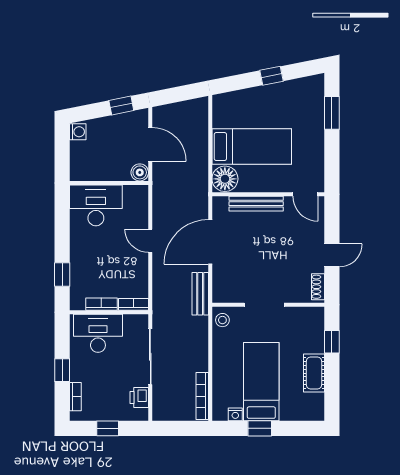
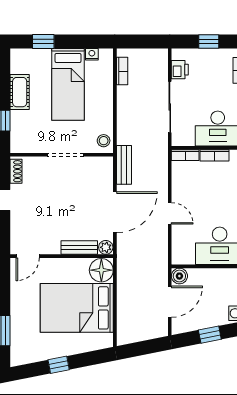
window: (121, 105) -> (210, 335), moved
door: (150, 144) -> (170, 302), swing flipped
bed: (252, 147) -> (77, 308), width x1.50
door: (305, 194) -> (28, 256), swing flipped
plant: (220, 204) -> (106, 247), added
bench: (256, 204) -> (79, 247), width x0.73
bookcase: (202, 396) -> (122, 71), width x0.64
window: (260, 428) -> (43, 41), moved

